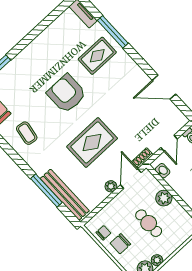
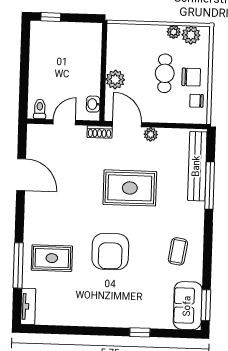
door: (131, 179) -> (127, 124), swing flipped
cafe table: (149, 223) -> (165, 73), moved

